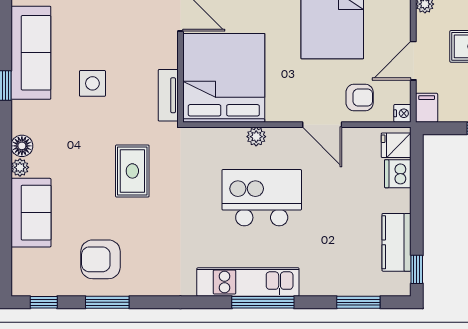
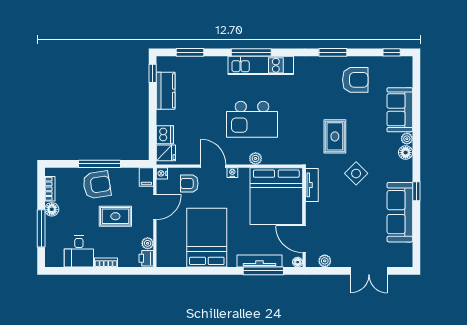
side table: (92, 83) -> (356, 173), moved, turned 45
nightstand: (292, 115) -> (232, 173), added
window: (107, 302) -> (333, 52), moved

